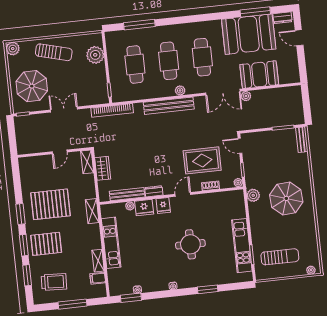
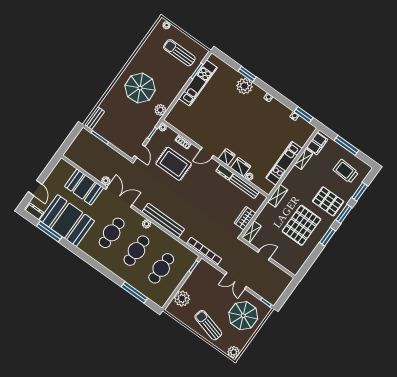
pallet: (51, 204) -> (301, 225), turned 90
round table: (190, 244) -> (232, 115), removed
filing cabinet: (98, 278) -> (317, 143), width x2.00
plant: (201, 278) -> (245, 86), added

